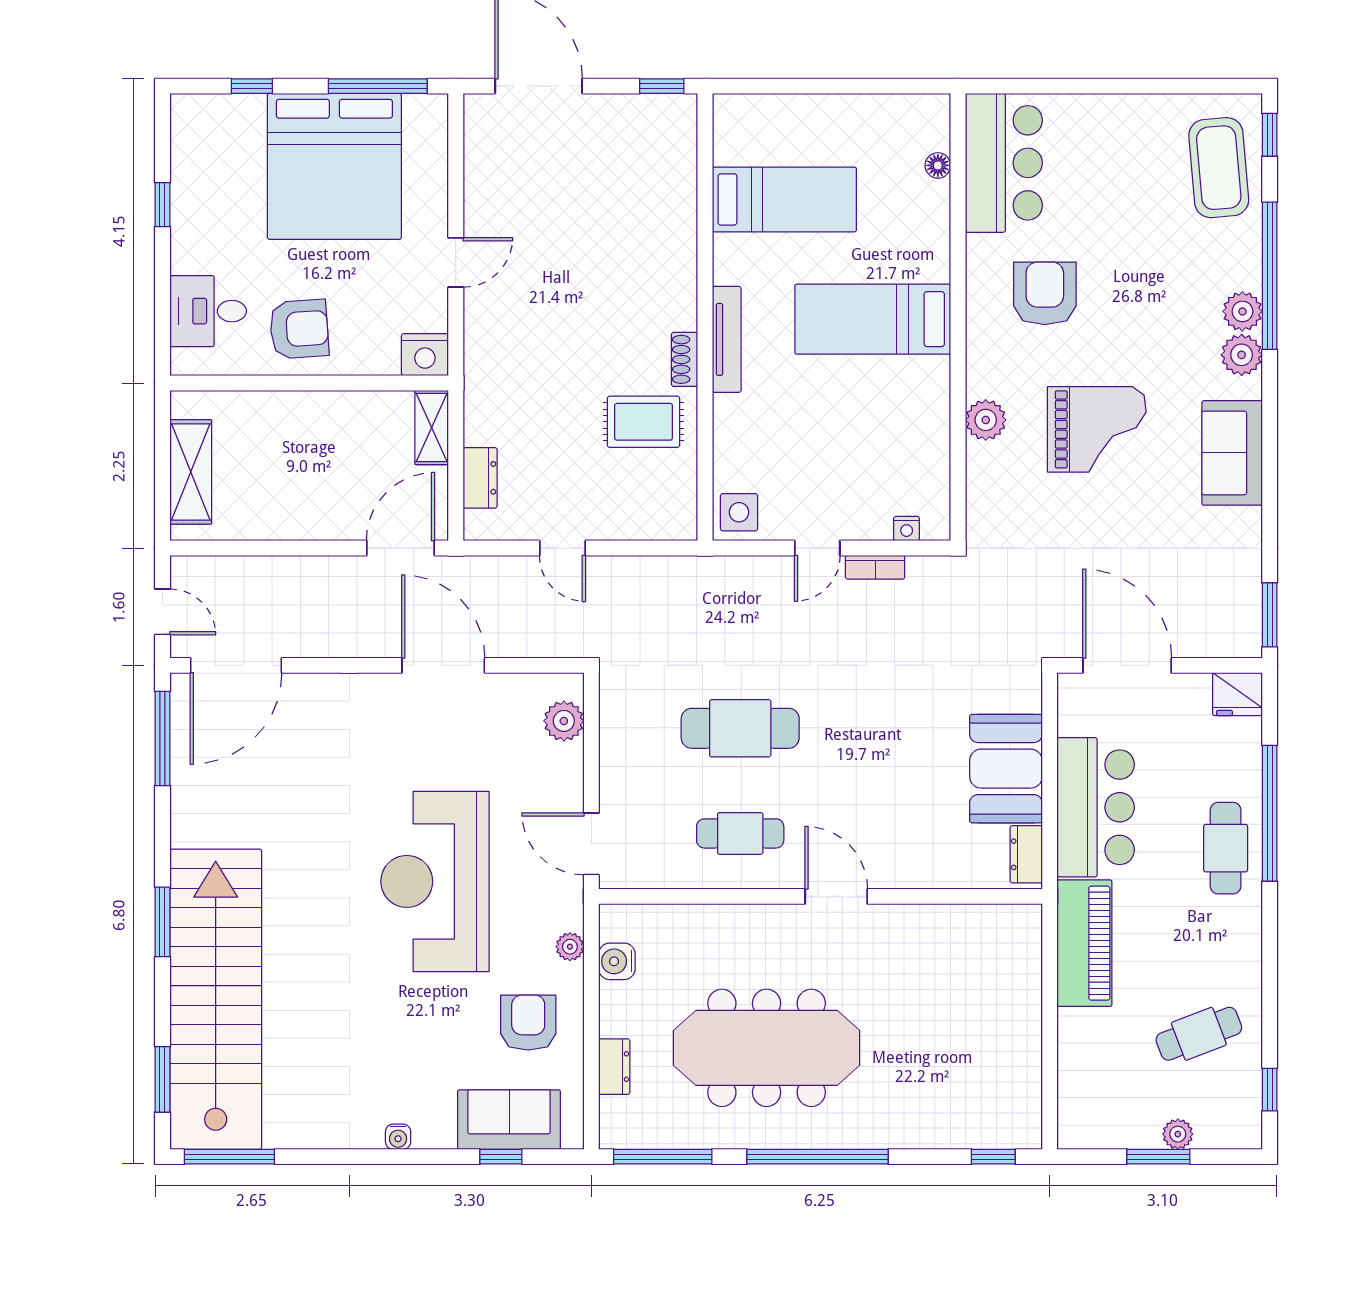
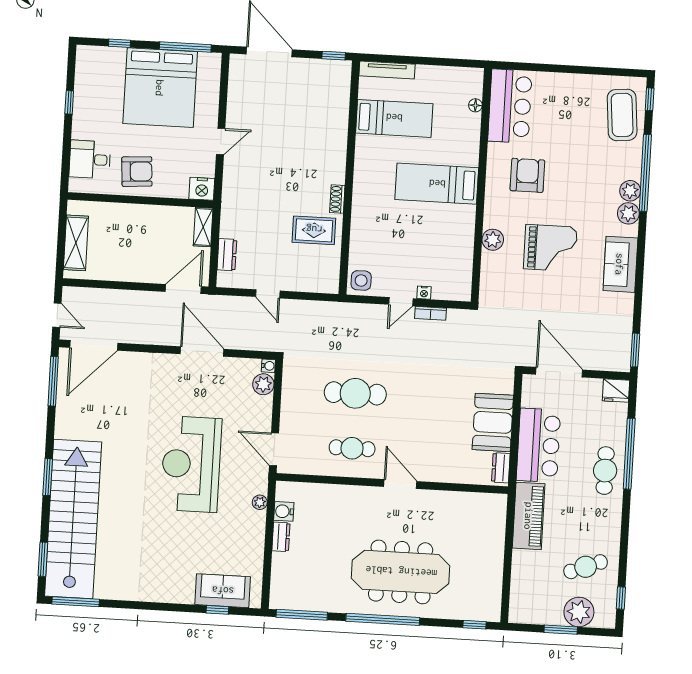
tv unit: (727, 339) -> (387, 70), moved, turned 90
nightstand: (907, 529) -> (424, 293), moved
armchair: (528, 1023) -> (236, 541), removed
meeting table: (767, 1048) -> (401, 572), moved
dresser: (614, 1067) -> (281, 537), moved
plant: (1178, 1134) -> (579, 612), width x1.88, depth x1.88
water cooler: (398, 1137) -> (268, 366), moved, turned -90

